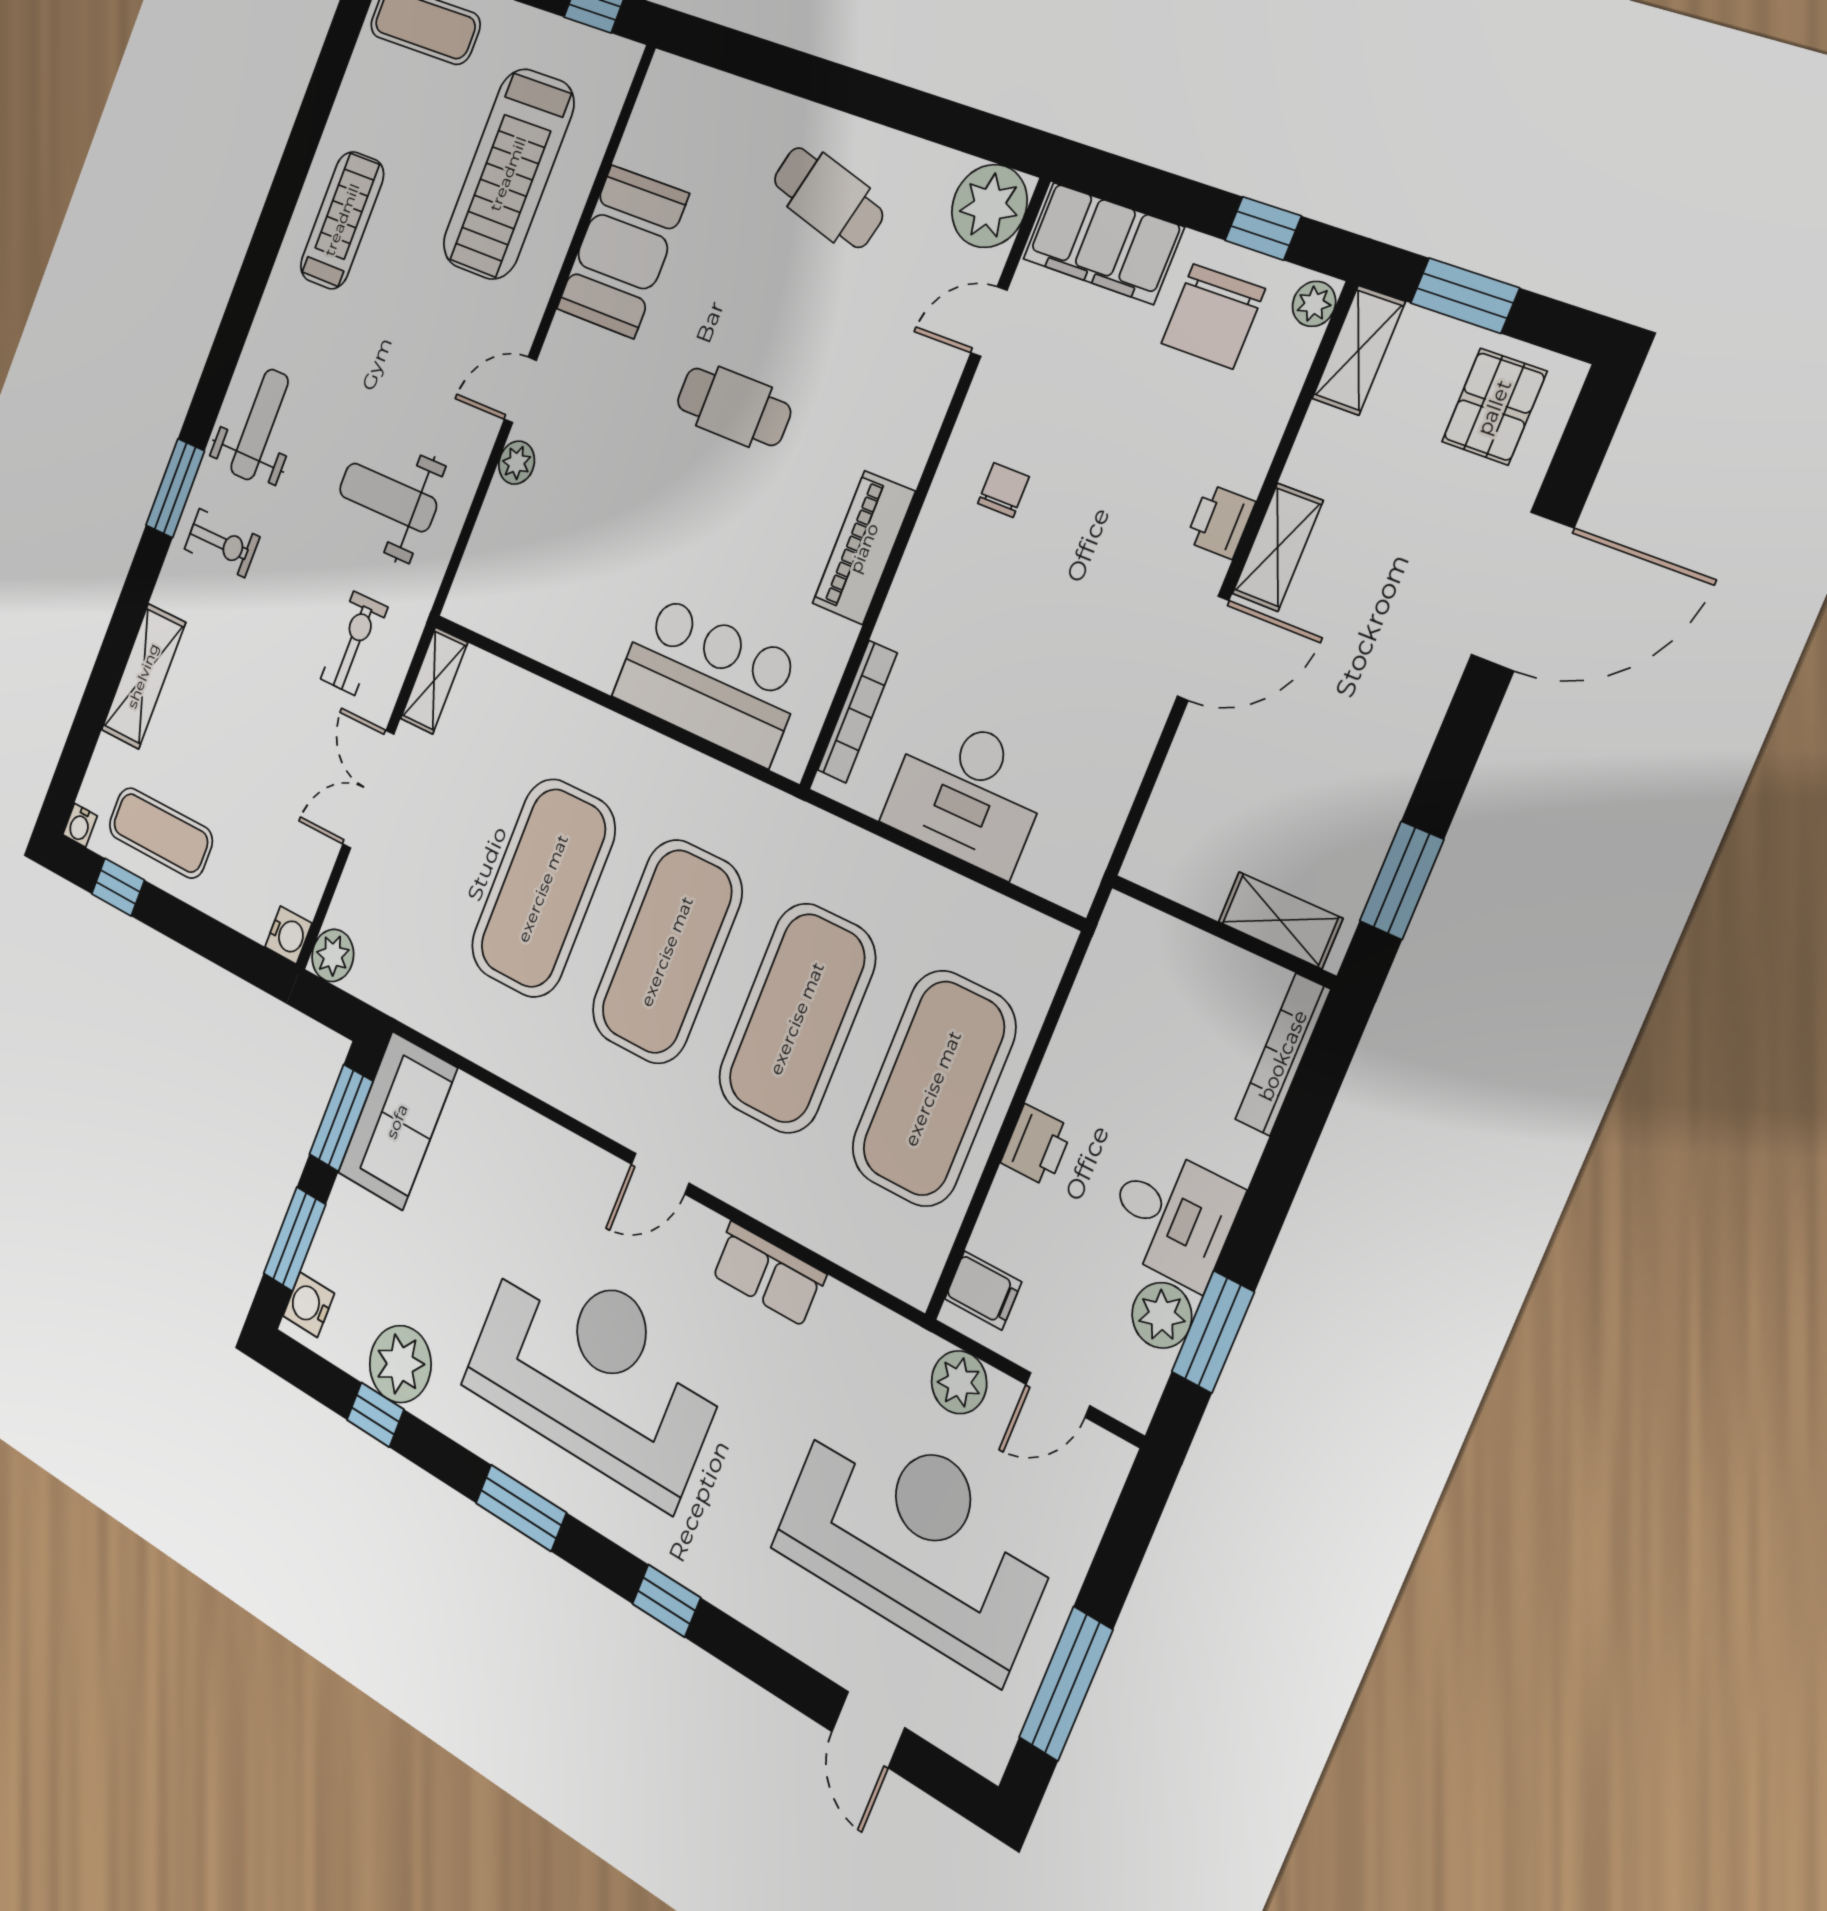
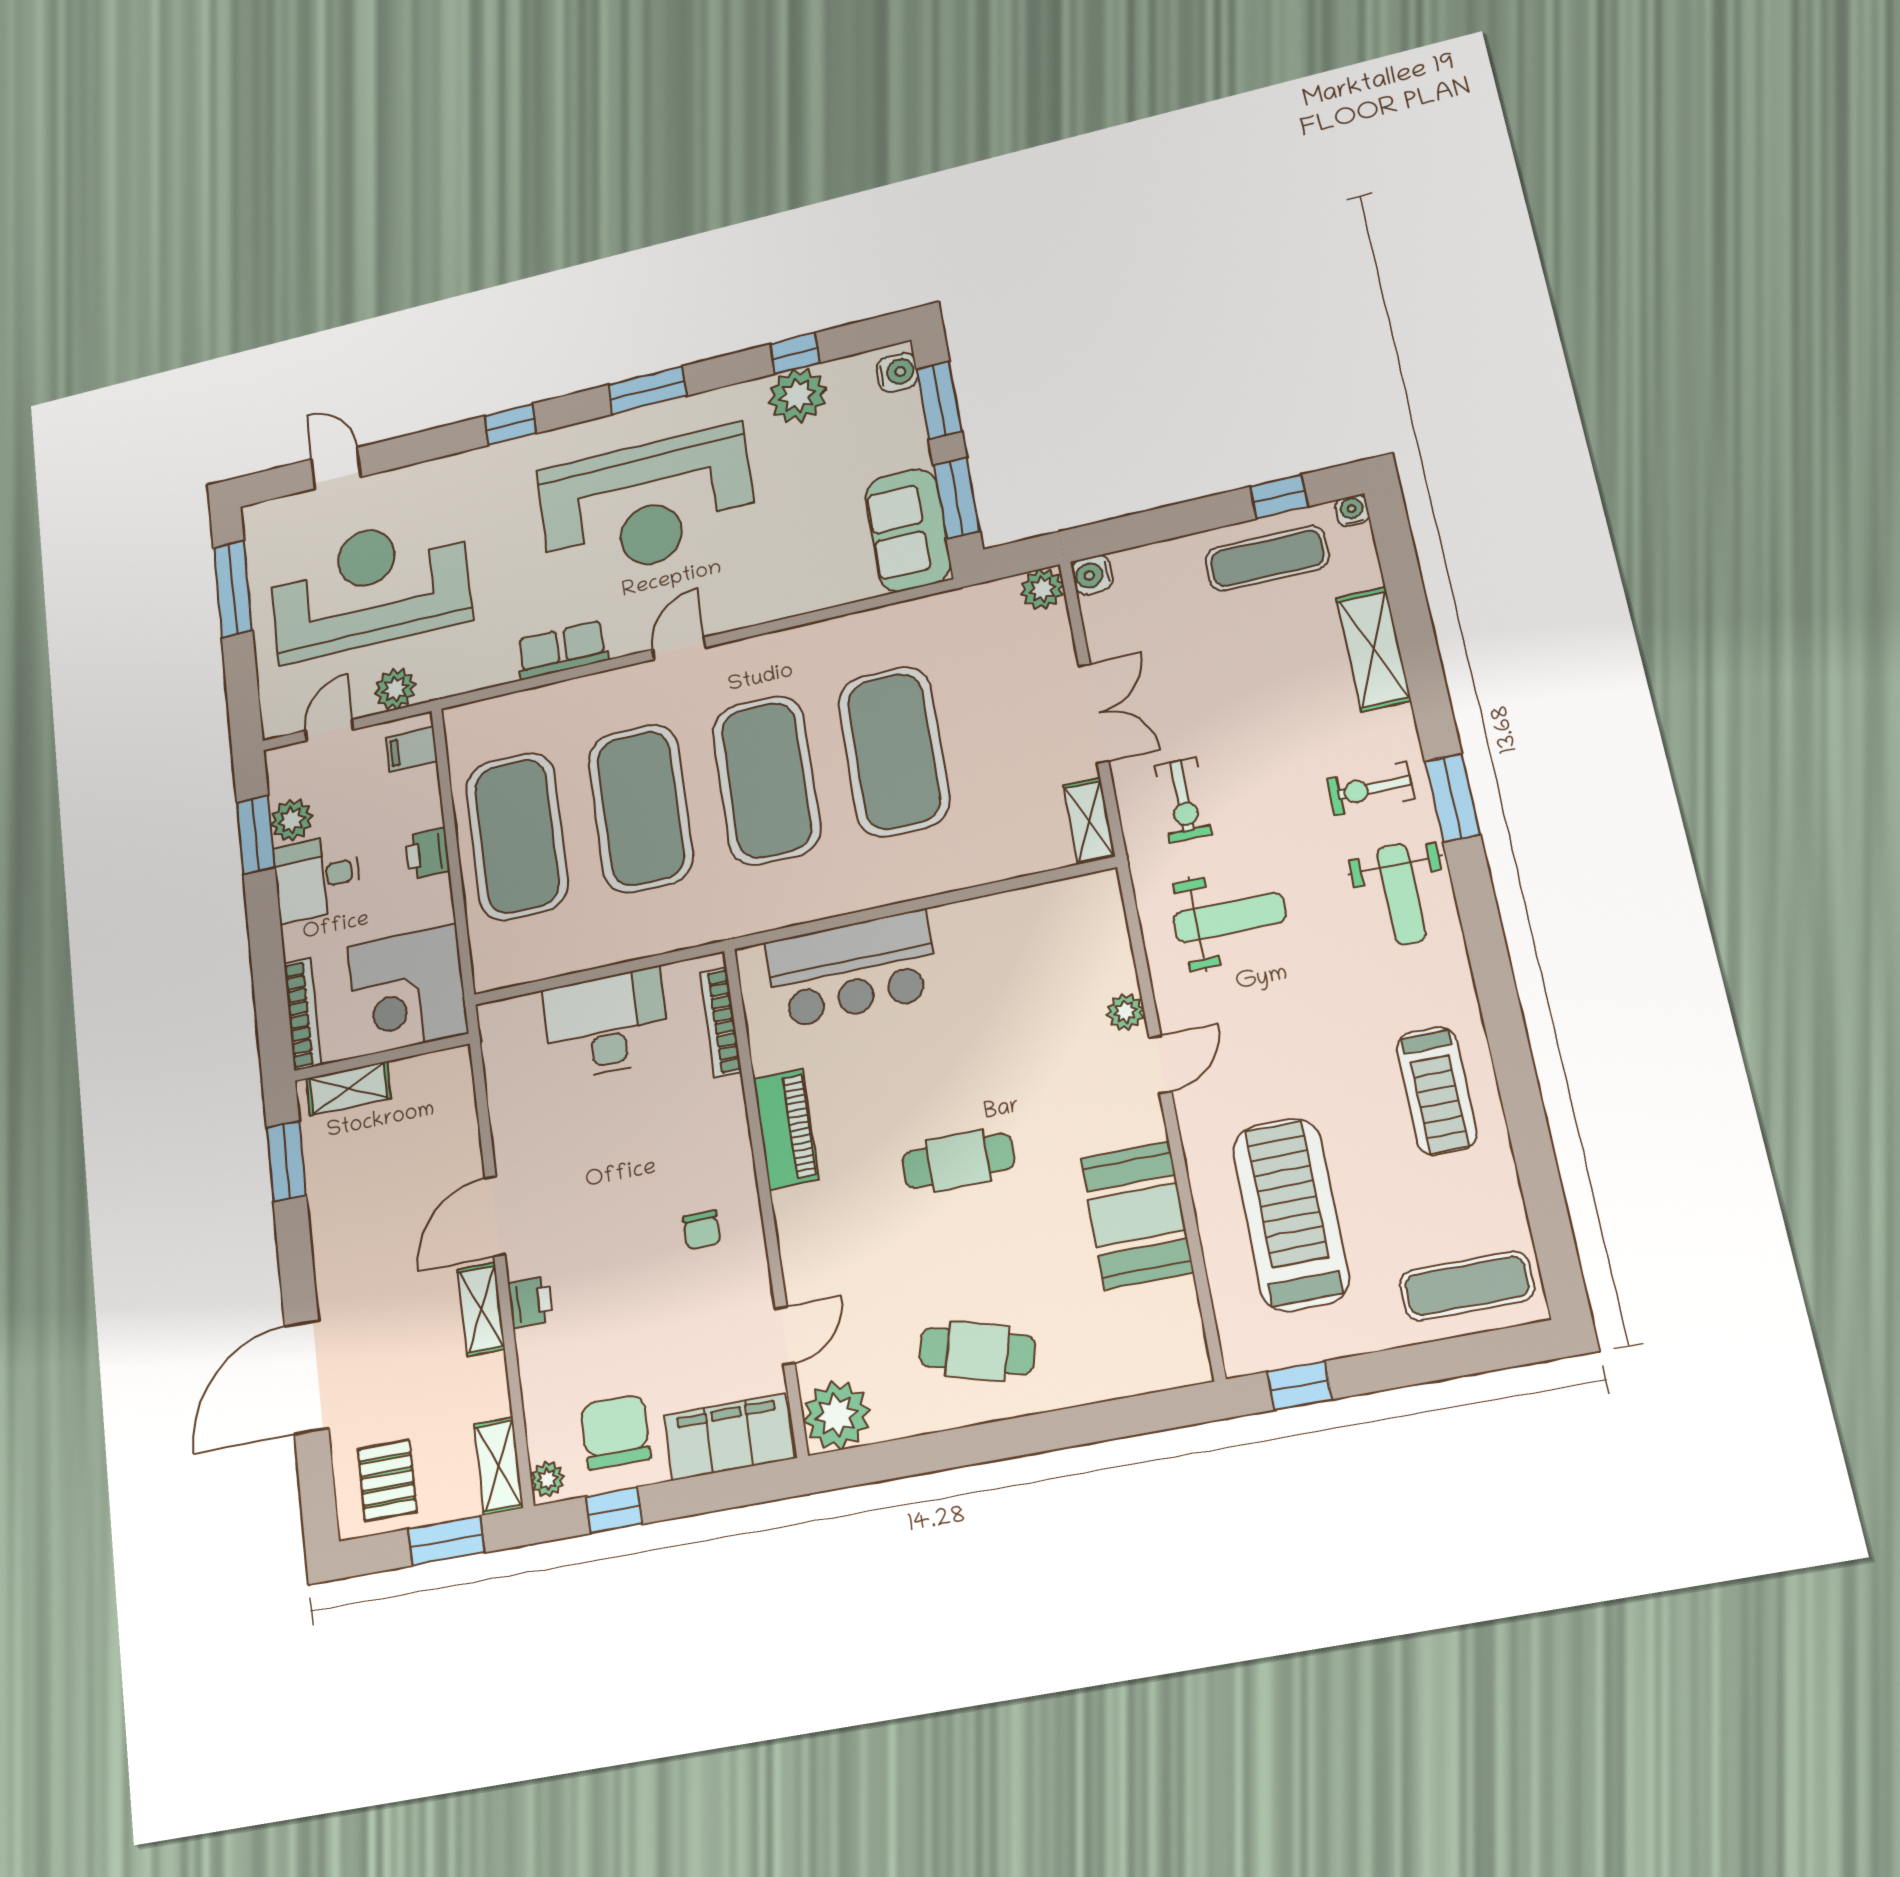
corner desk: (1149, 993) -> (408, 990), added
reception desk: (916, 1539) -> (370, 587), turned 180

